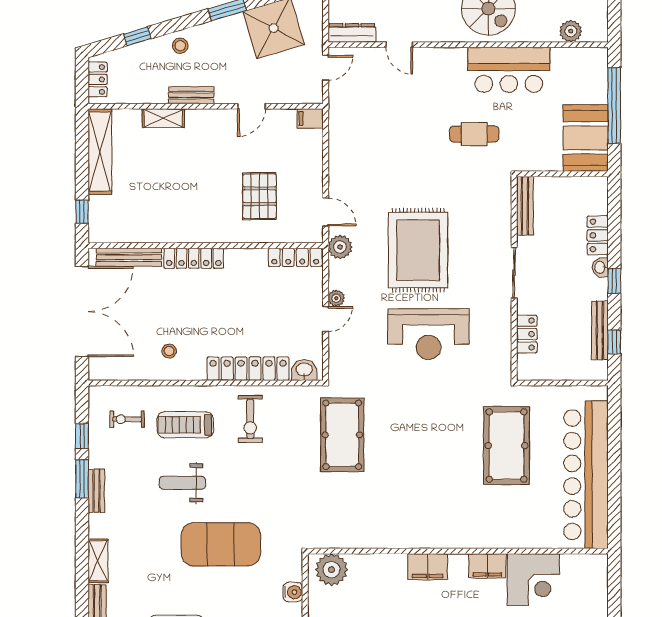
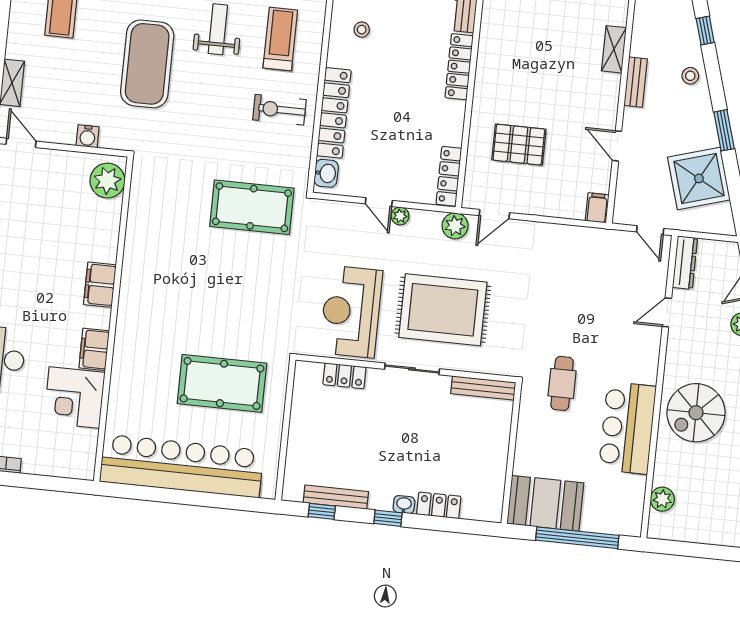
bench: (525, 206) -> (483, 388), moved
sliding door: (514, 273) -> (412, 369), moved
wall: (514, 278) -> (406, 368), moved
locker: (527, 334) -> (344, 376), moved

